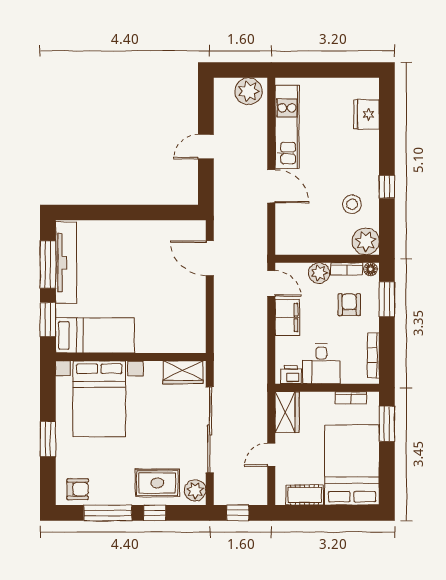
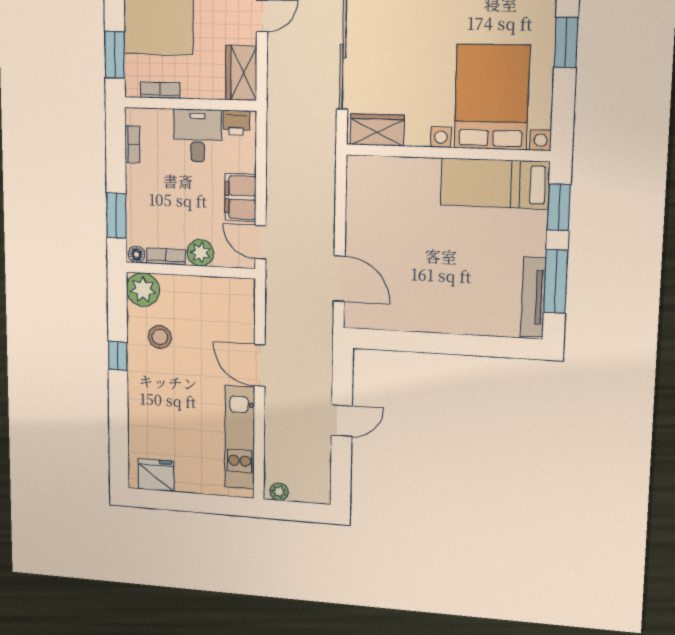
plant: (249, 91) -> (279, 492), width x0.53, depth x0.53
fridge: (366, 114) -> (156, 475), moved, turned -90
tv unit: (66, 263) -> (533, 297), width x0.73, depth x0.78
armchair: (349, 305) -> (163, 211), removed
bookcase: (373, 355) -> (132, 144), width x0.64

